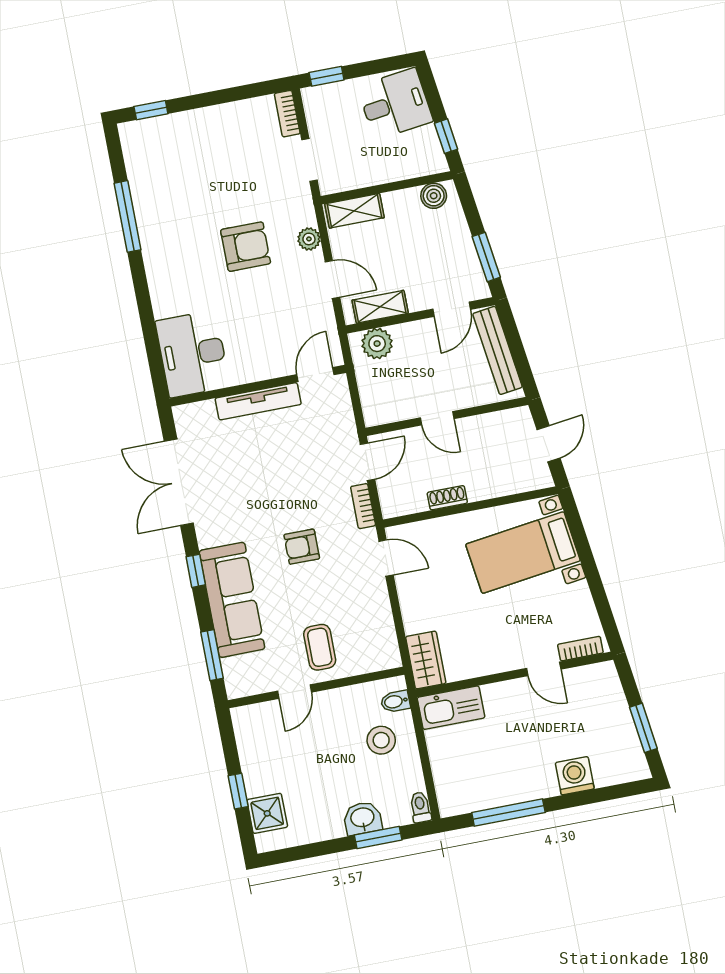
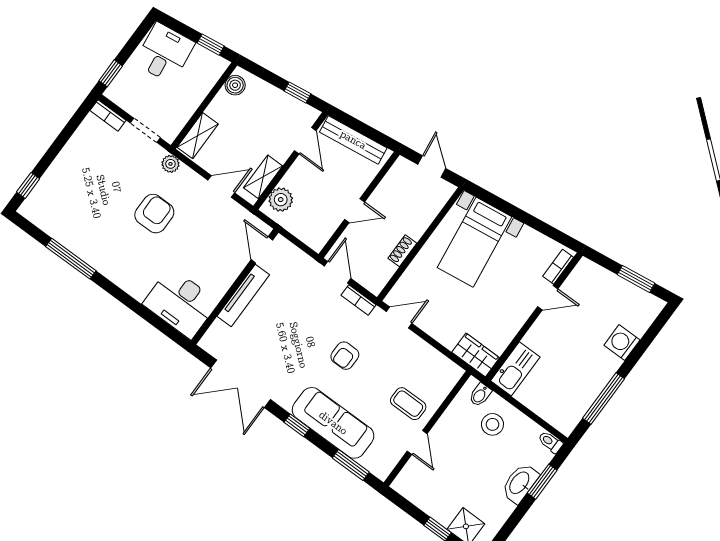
plant: (309, 239) -> (170, 164), moved
window: (486, 257) -> (297, 92), width x0.67
washbasin: (363, 818) -> (520, 483), width x1.38

